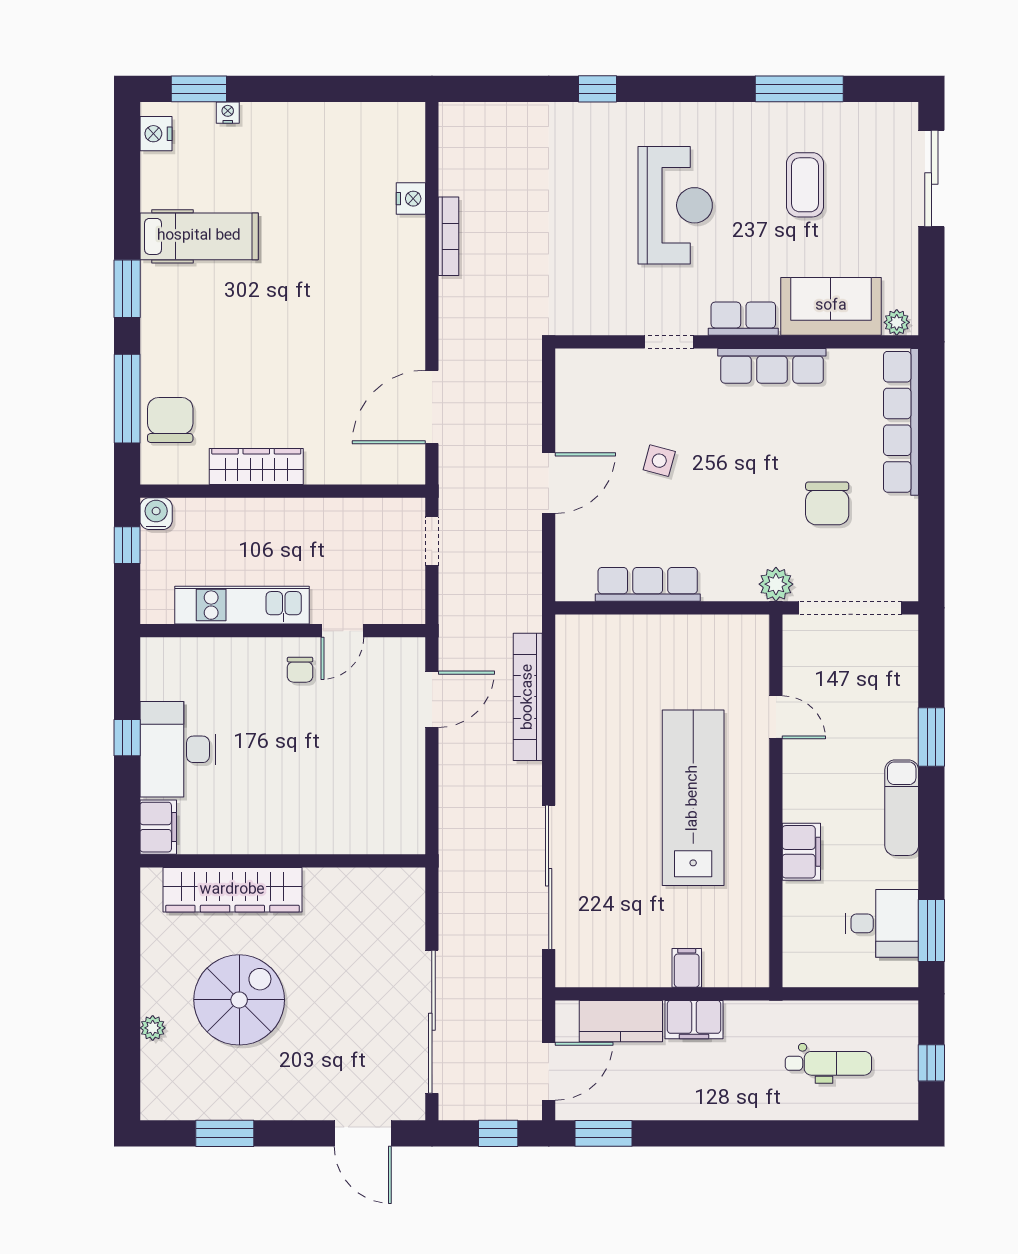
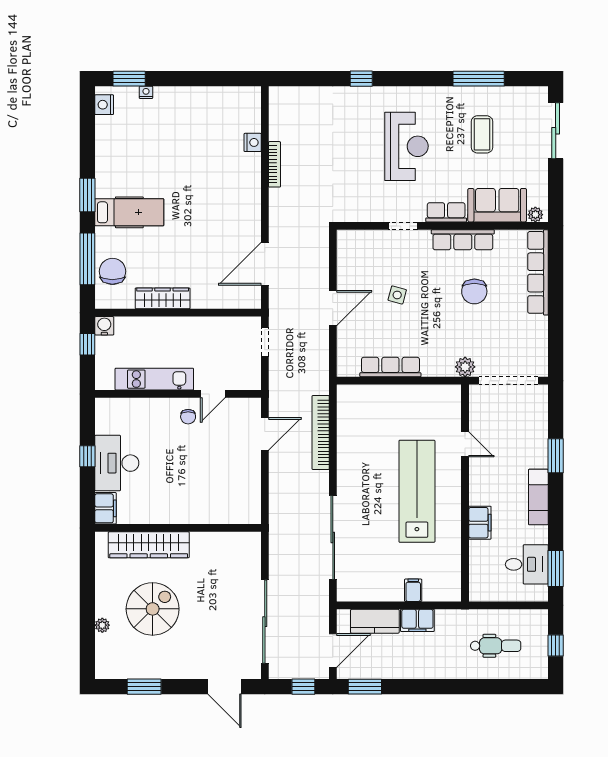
hospital bed: (199, 236) -> (129, 212), moved
chair: (827, 503) -> (474, 291), moved

